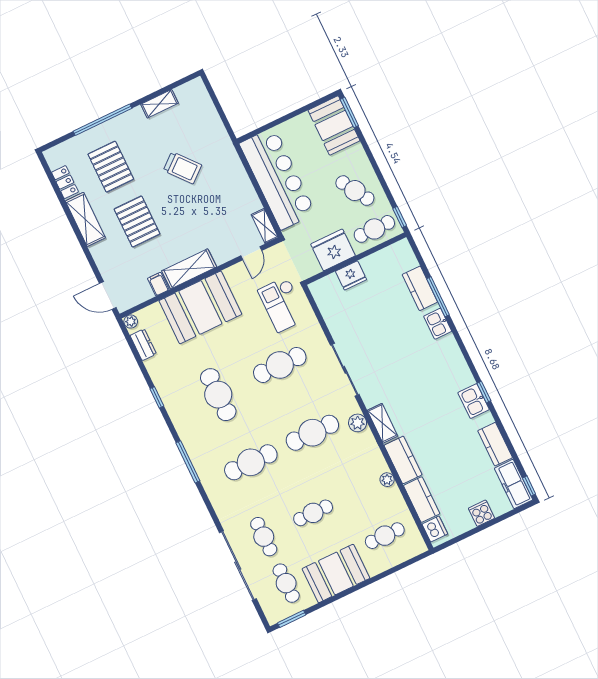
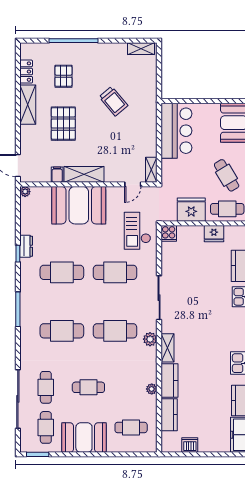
shelving: (160, 104) -> (141, 49), moved
pallet: (111, 167) -> (63, 76), width x0.67, depth x0.71
bar counter: (277, 178) -> (176, 131), width x0.73
fridge: (351, 275) -> (214, 234), moved
dresser: (143, 345) -> (26, 246), moved
cafe table: (218, 395) -> (62, 272), turned 90
cooker: (481, 513) -> (169, 233), moved, turned 180
dishwasher: (435, 529) -> (190, 445), moved, turned -90

